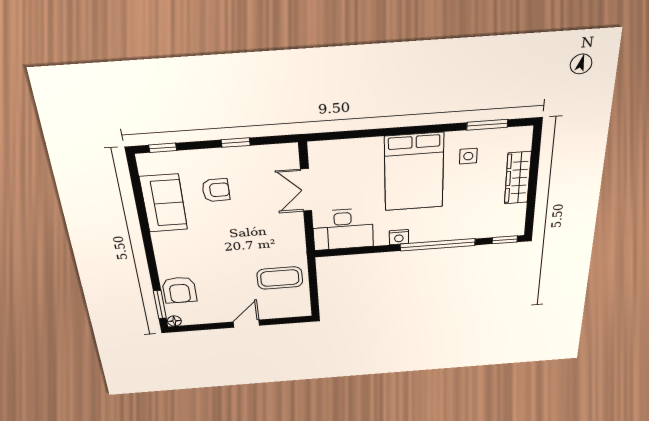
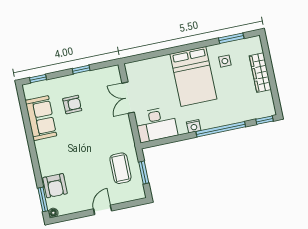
coffee table: (280, 278) -> (120, 168), turned 90
window: (313, 286) -> (144, 172), added

